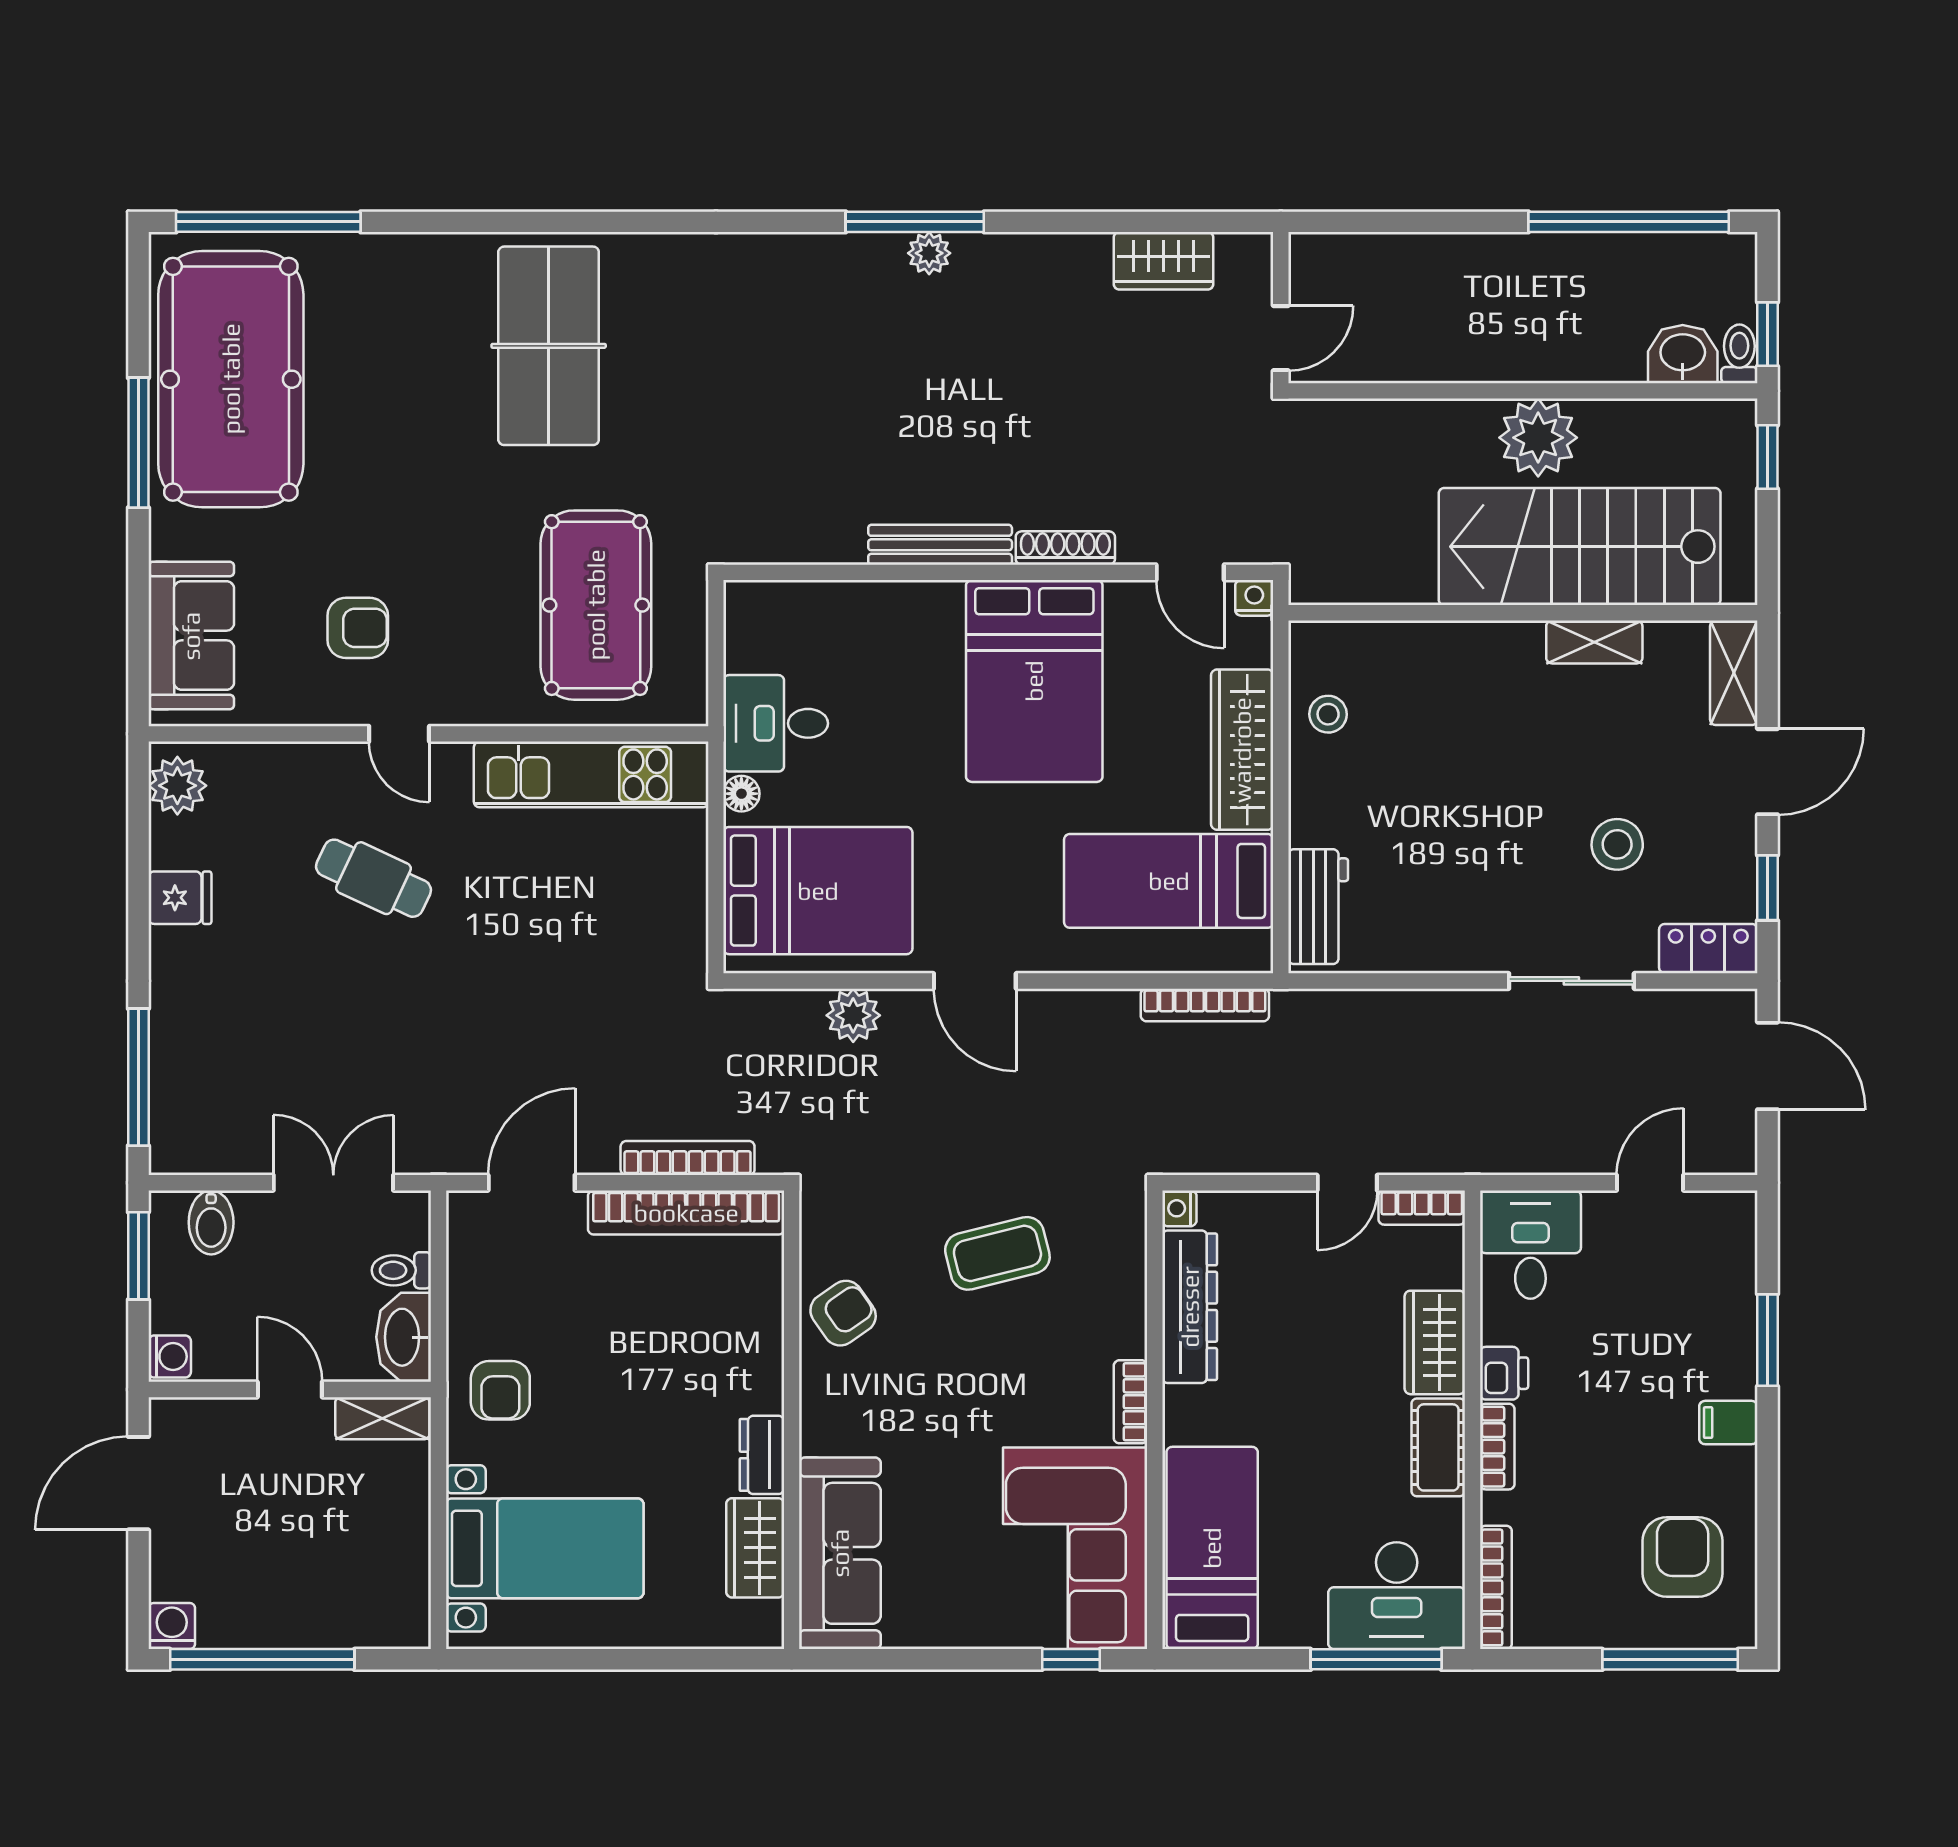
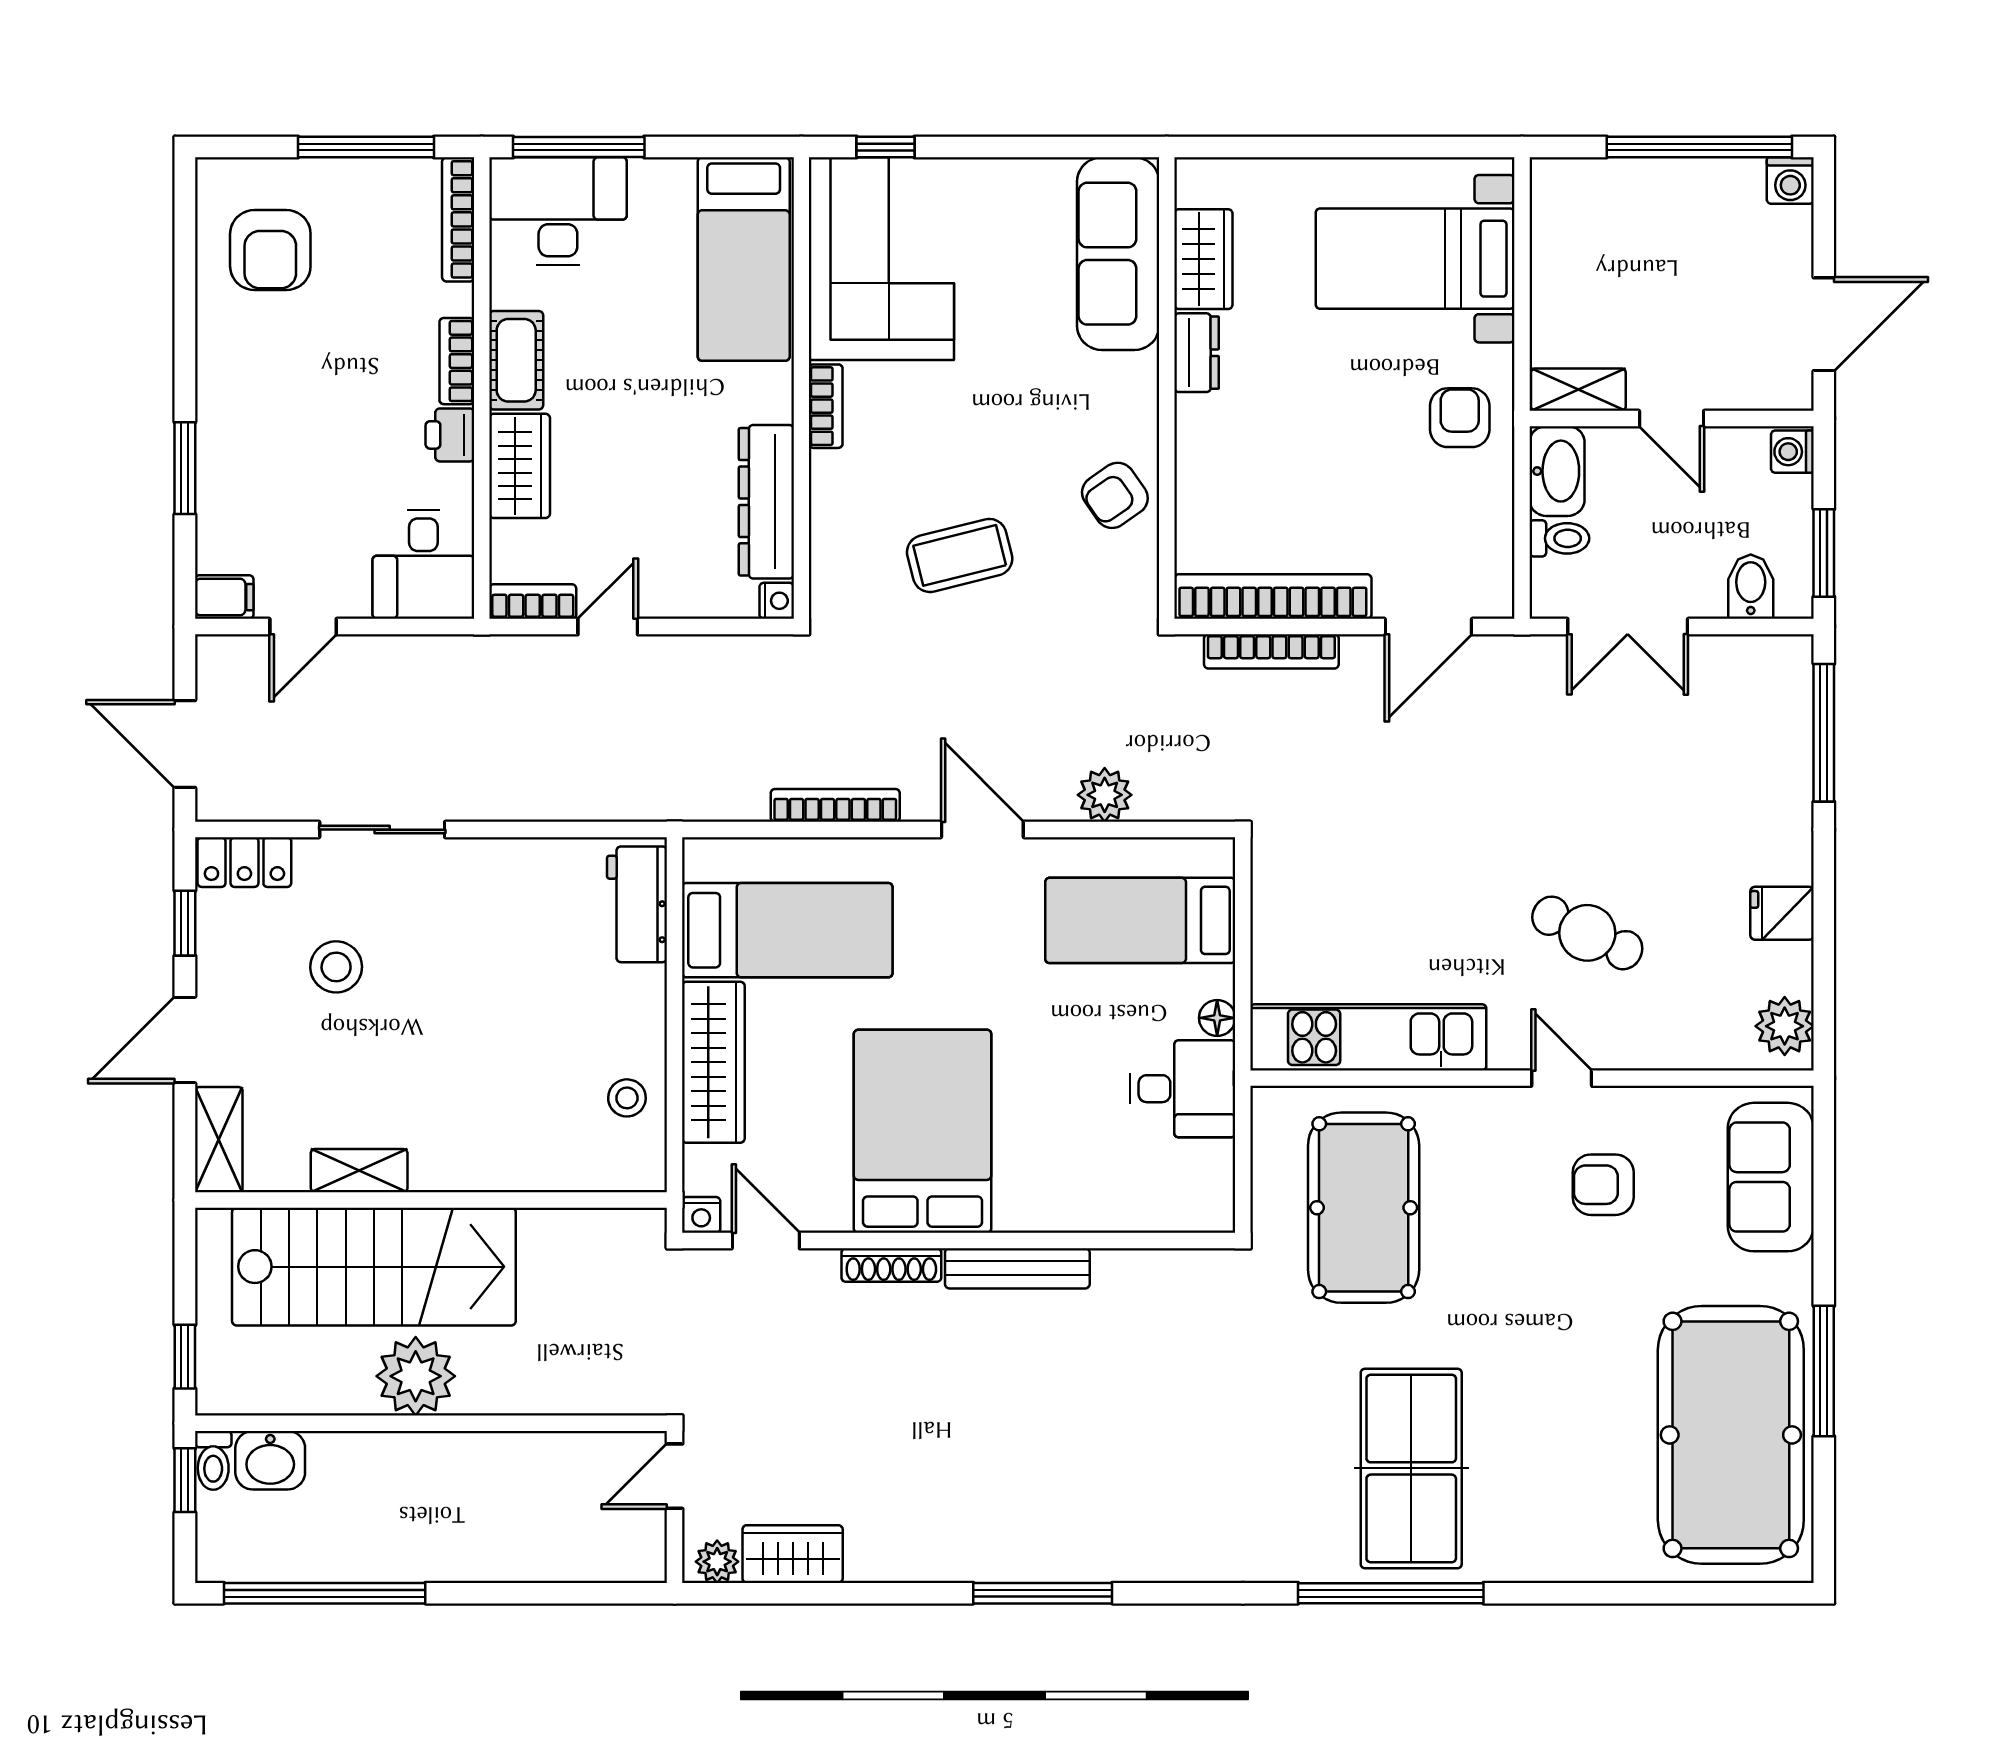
window: (268, 222) -> (1391, 1593), moved
plant: (929, 253) -> (717, 1562), moved
bed: (818, 891) -> (1140, 920), width x0.67
bookcase: (1205, 1005) -> (835, 805), moved
filing cabinet: (1728, 1423) -> (224, 597), moved
window: (1670, 1659) -> (366, 147), moved

